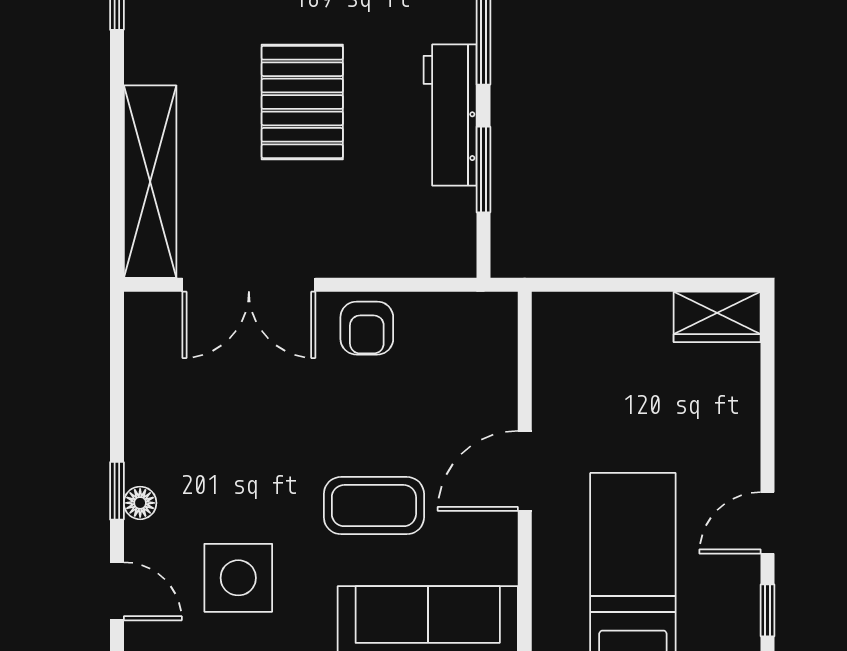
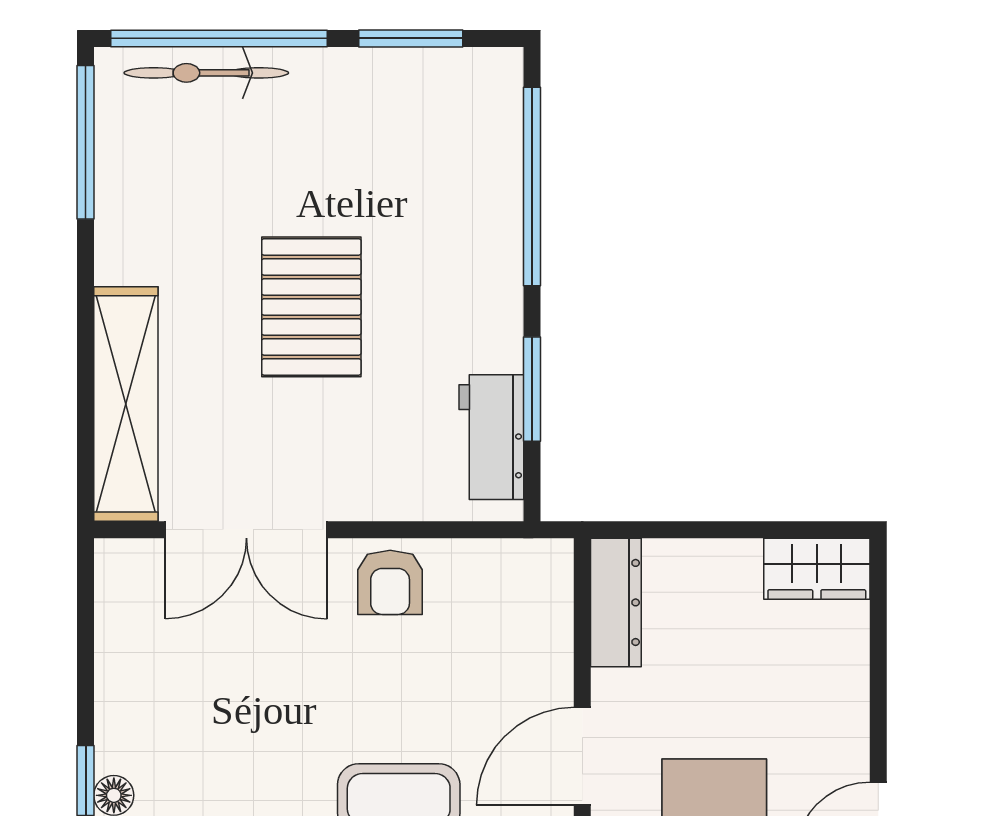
workbench: (450, 115) -> (491, 437), moved, width x0.73
dresser: (552, 345) -> (616, 602), added

